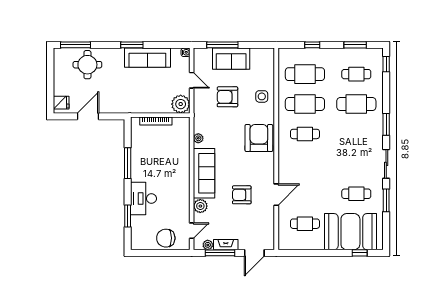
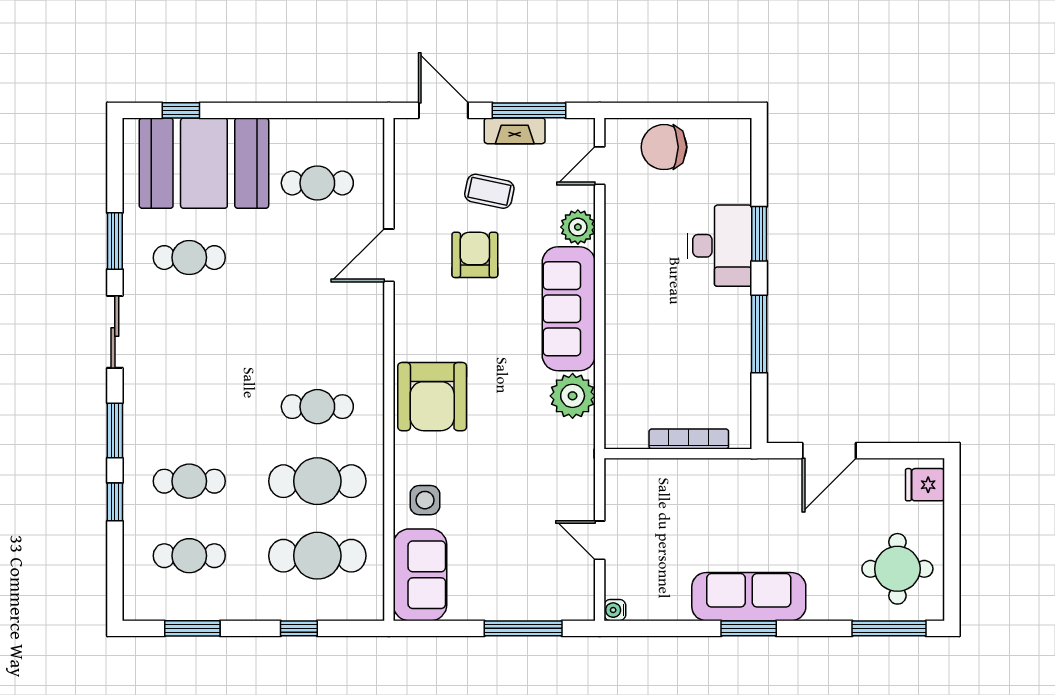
sofa: (147, 58) -> (749, 597), moved
sofa: (231, 59) -> (420, 575), moved, turned 90
window: (386, 64) -> (115, 502), moved
round table: (87, 65) -> (897, 569), moved
armchair: (227, 97) -> (510, 499), removed
plant: (181, 104) -> (627, 481), removed
cafe table: (356, 104) -> (189, 481), width x0.73, depth x0.74
door: (88, 116) -> (829, 451), moved
plant: (198, 138) -> (573, 396), width x1.88, depth x1.88
armchair: (242, 195) -> (475, 255), turned -90
window: (128, 216) -> (759, 234), moved
coffee table: (236, 220) -> (489, 191), added
chair: (166, 238) -> (664, 147), turned 180
plant: (208, 245) -> (560, 130), removed
door: (254, 253) -> (443, 110), hinge flipped

